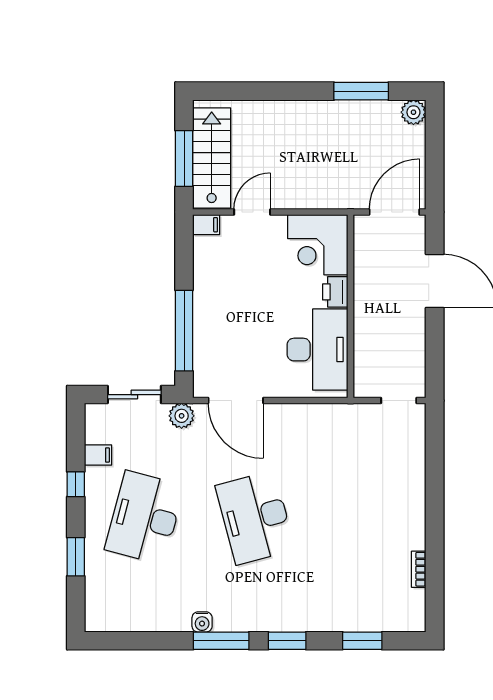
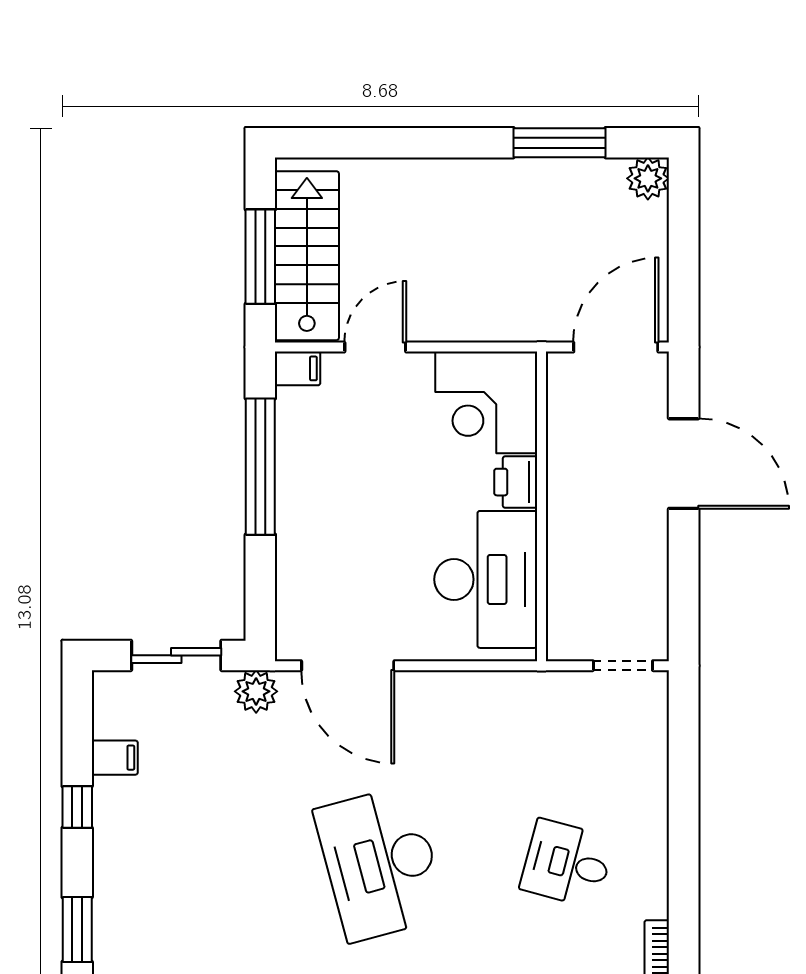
window: (184, 331) -> (260, 467), moved
desk: (145, 518) -> (567, 863), moved, width x0.53, depth x0.77

